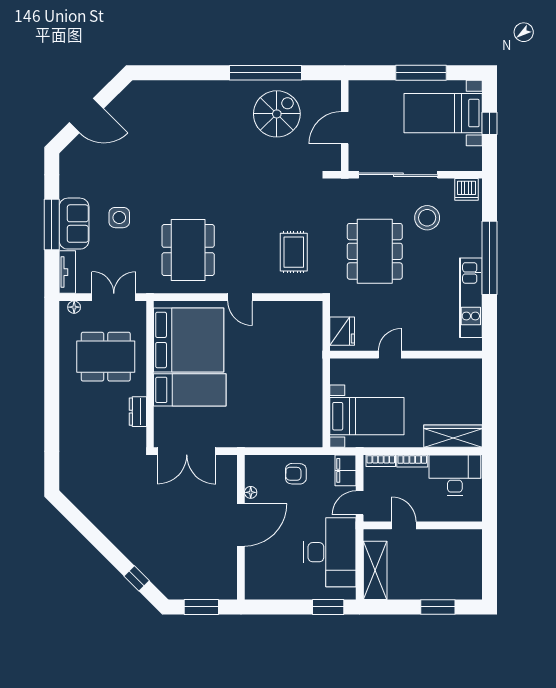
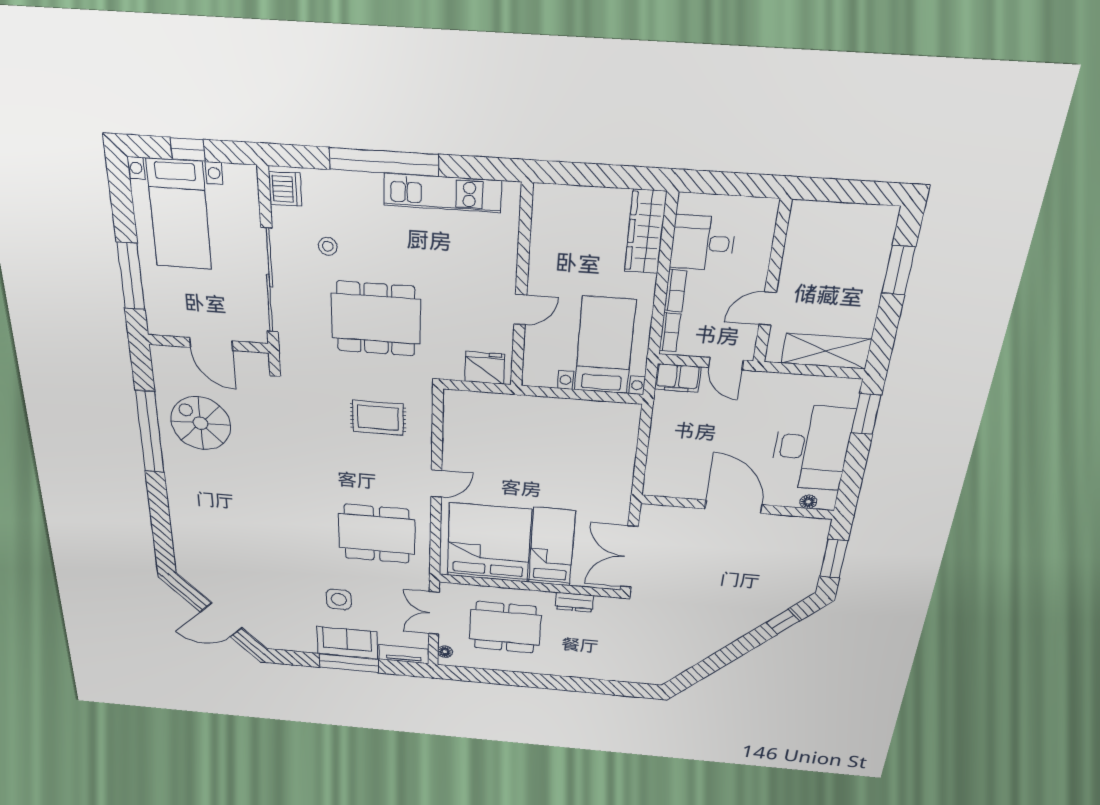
window: (421, 73) -> (131, 276), moved
door: (86, 115) -> (221, 620), swing flipped
stool: (427, 218) -> (328, 246), width x0.53, depth x0.53
door: (390, 355) -> (520, 310), swing flipped
dining table: (106, 357) -> (505, 627), turned 90
double door: (187, 451) -> (629, 557), swing flipped
armchair: (296, 474) -> (674, 439), removed
desk: (455, 475) -> (703, 243), width x0.73
floor lamp: (251, 492) -> (808, 502), moved
desk: (330, 552) -> (812, 448), moved, turned 90

